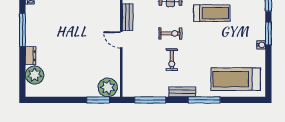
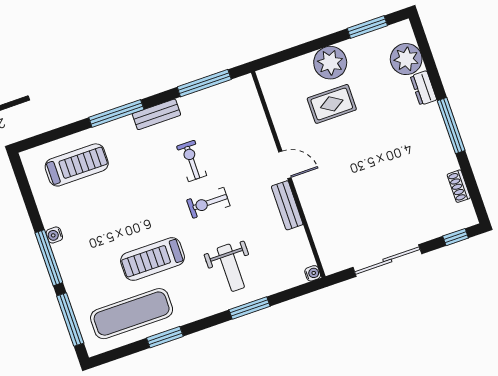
window: (268, 33) -> (49, 258), width x1.44
rug: (84, 64) -> (332, 104), added
treadmill: (236, 79) -> (77, 165), width x0.73, depth x0.73
plant: (108, 87) -> (330, 63), moved
window: (98, 100) -> (367, 27), moved

